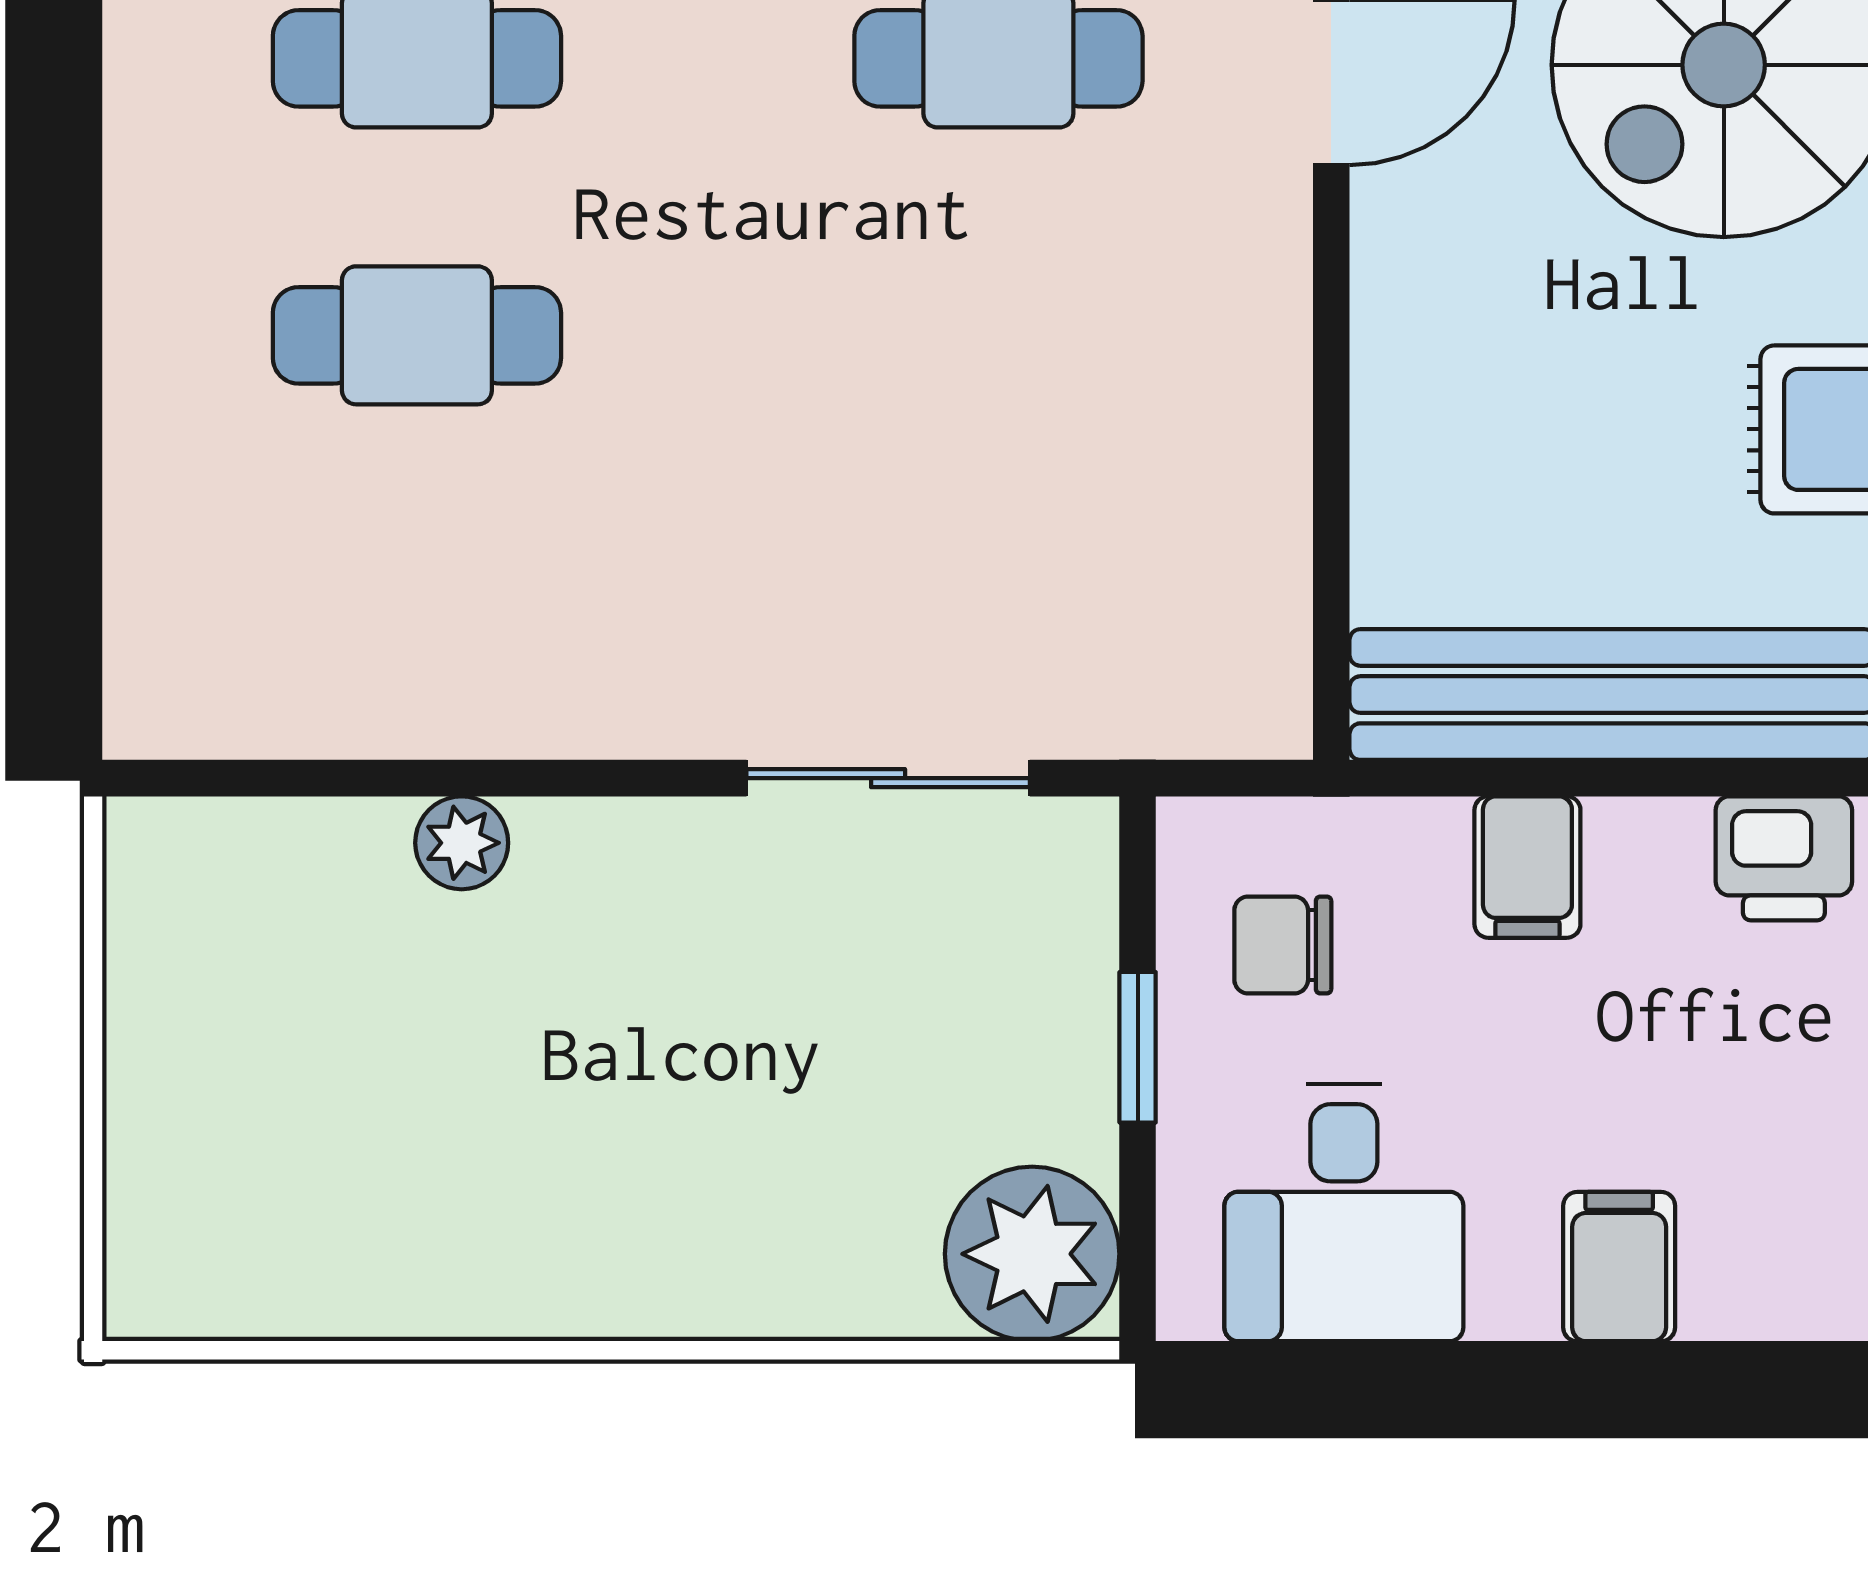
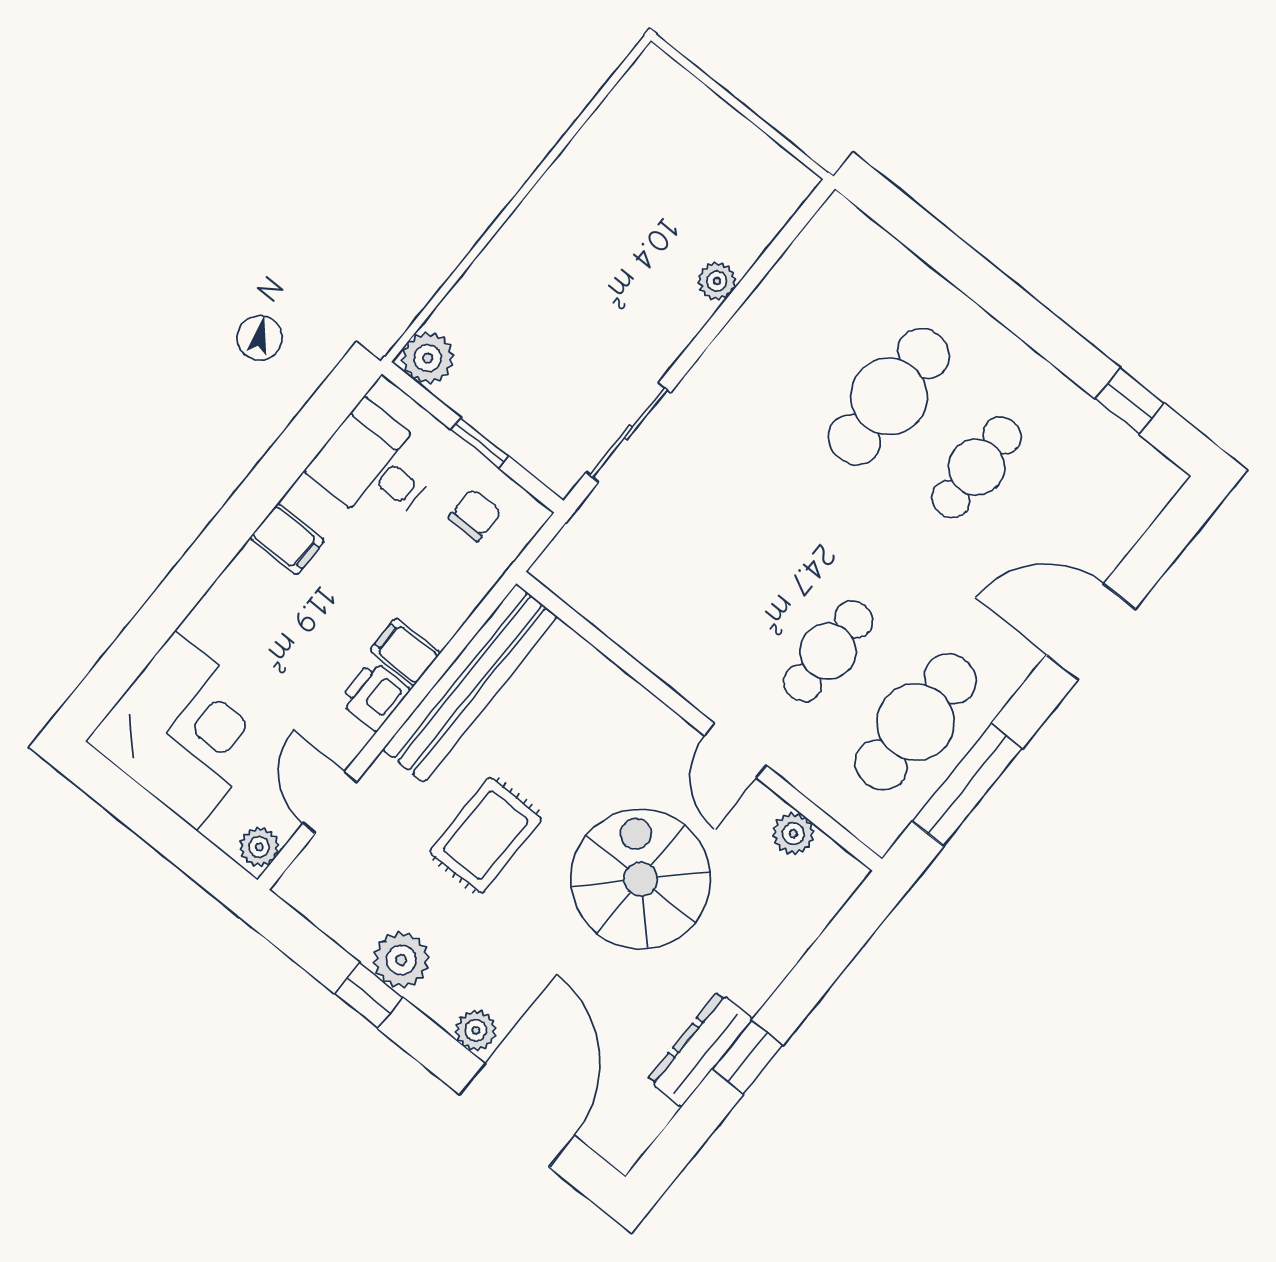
cafe table: (417, 335) -> (889, 396), width x1.37, depth x1.35
filing cabinet: (1527, 867) -> (405, 652), moved
plant: (1032, 1254) -> (428, 358), width x0.73, depth x0.73

